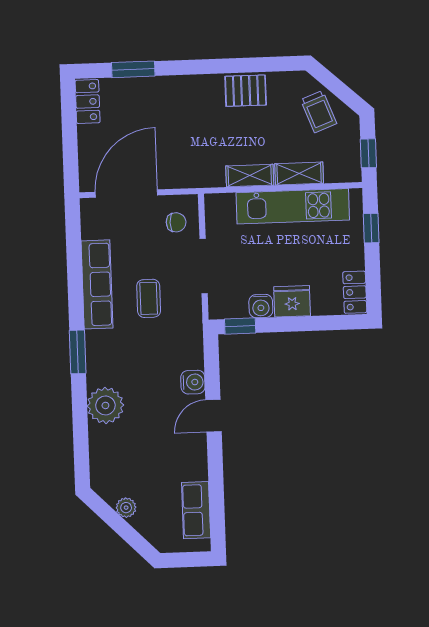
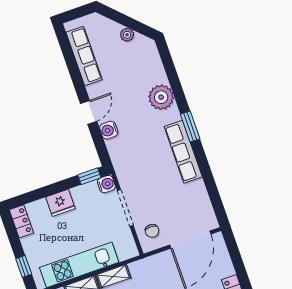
chair: (176, 222) -> (152, 231), turned -90
row of seats: (97, 284) -> (183, 152), moved
coffee table: (149, 298) -> (155, 176), removed
water cooler: (261, 306) -> (106, 184), moved, turned 90
row of seats: (196, 510) -> (84, 56), width x1.48

